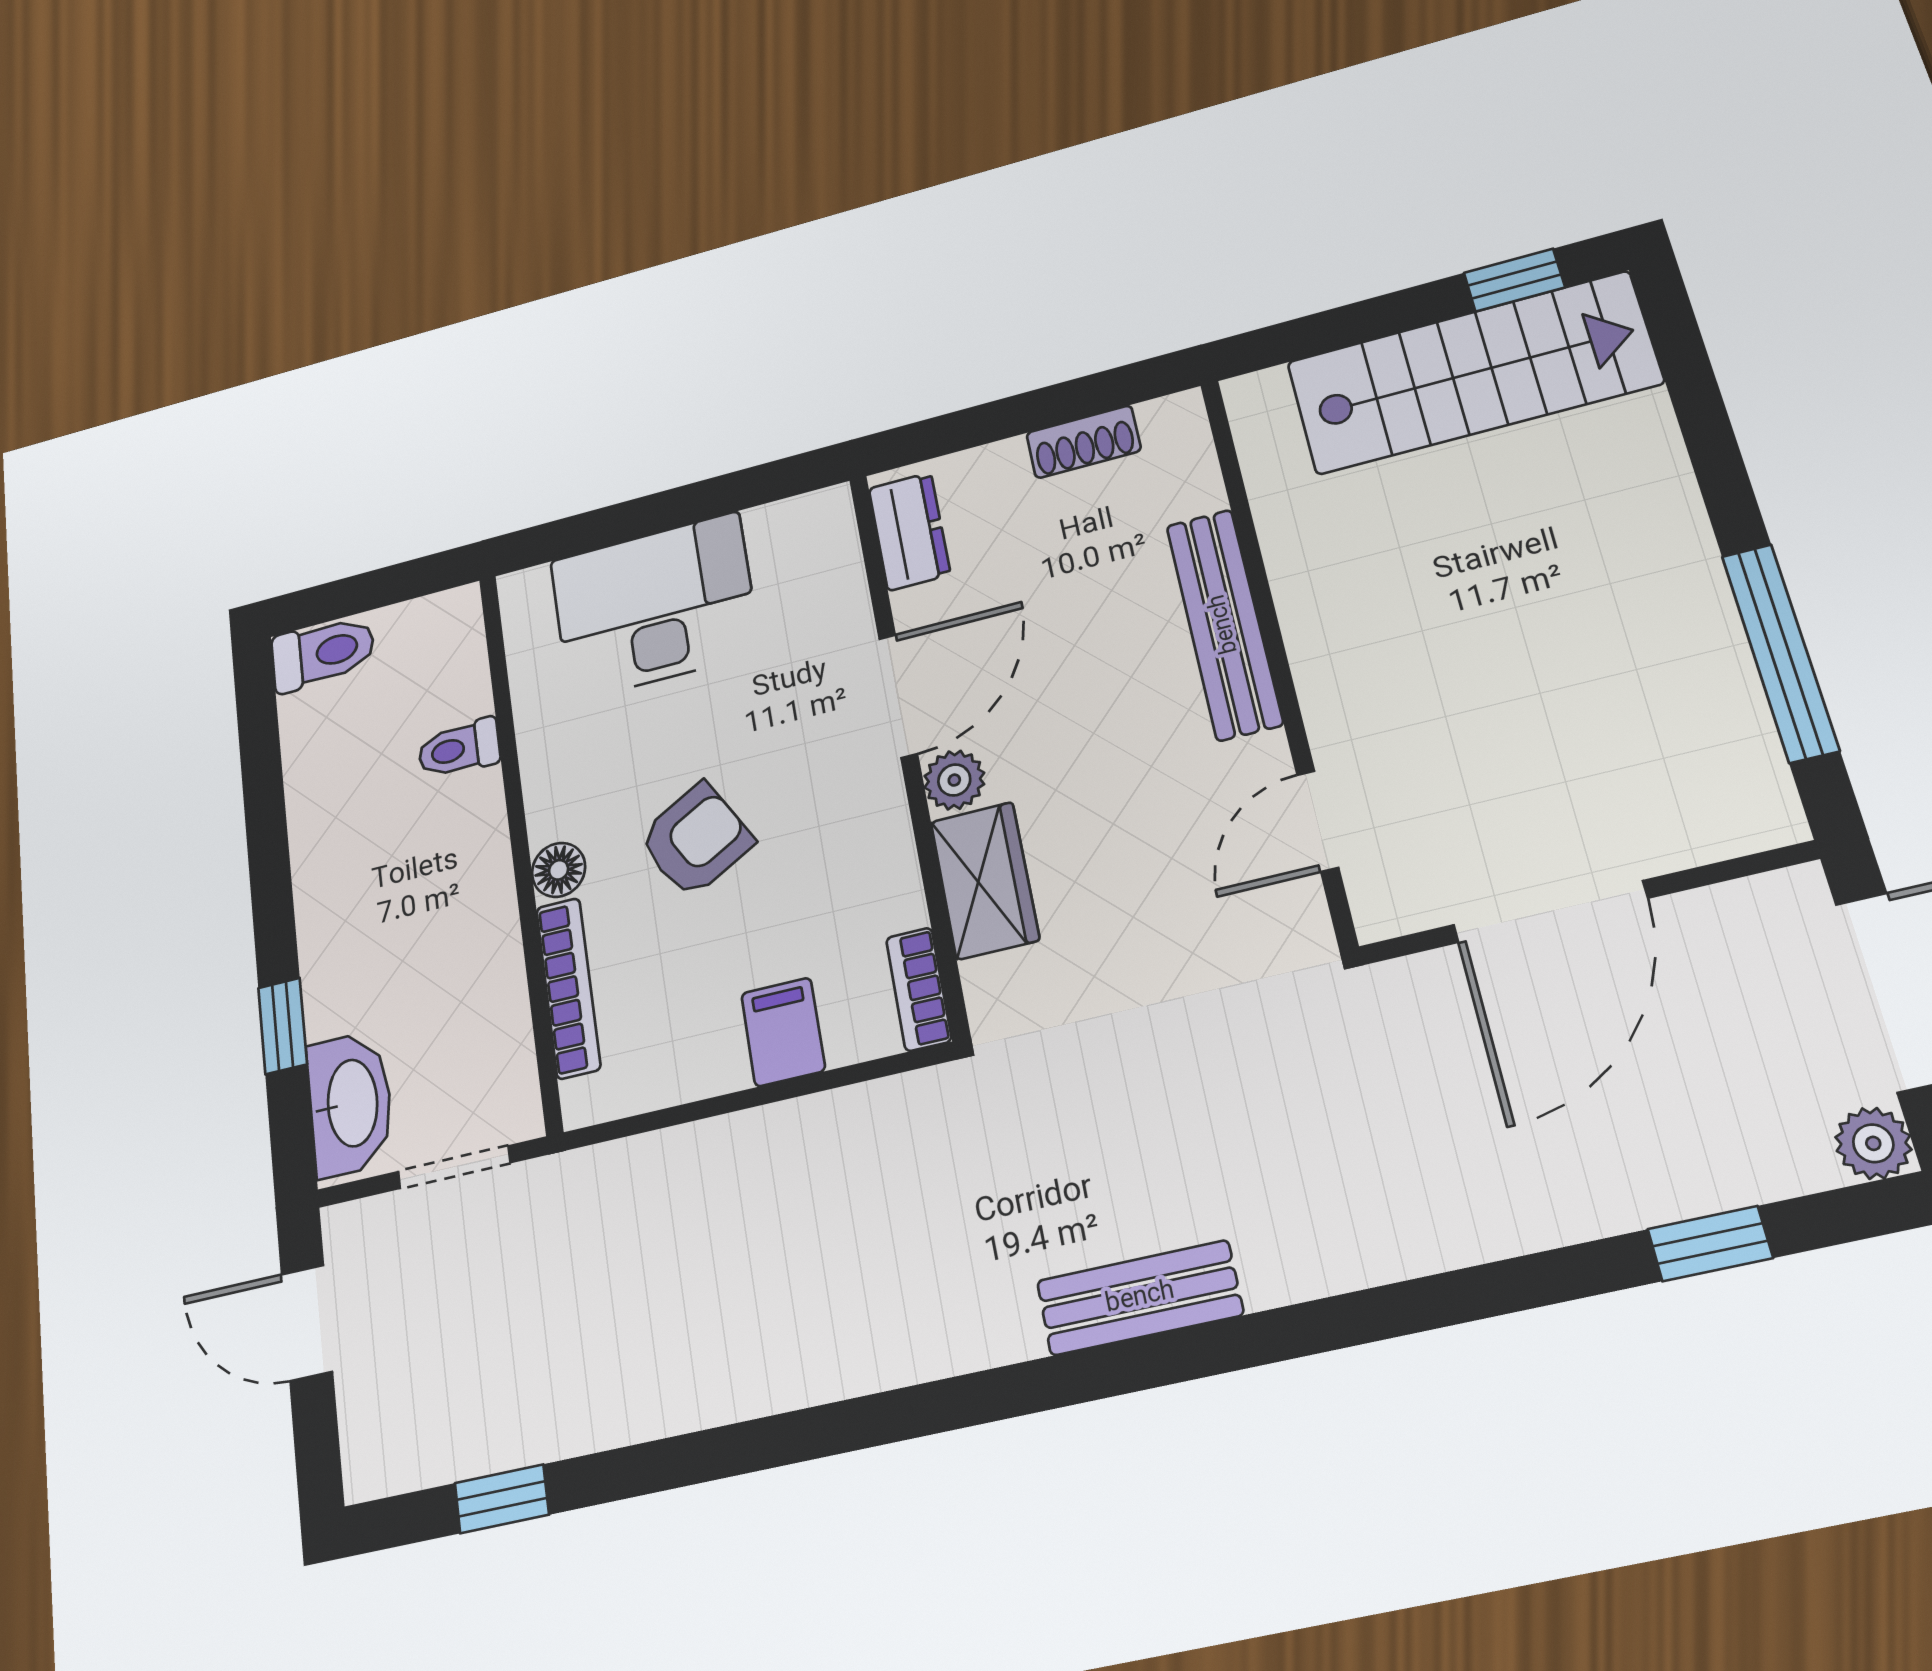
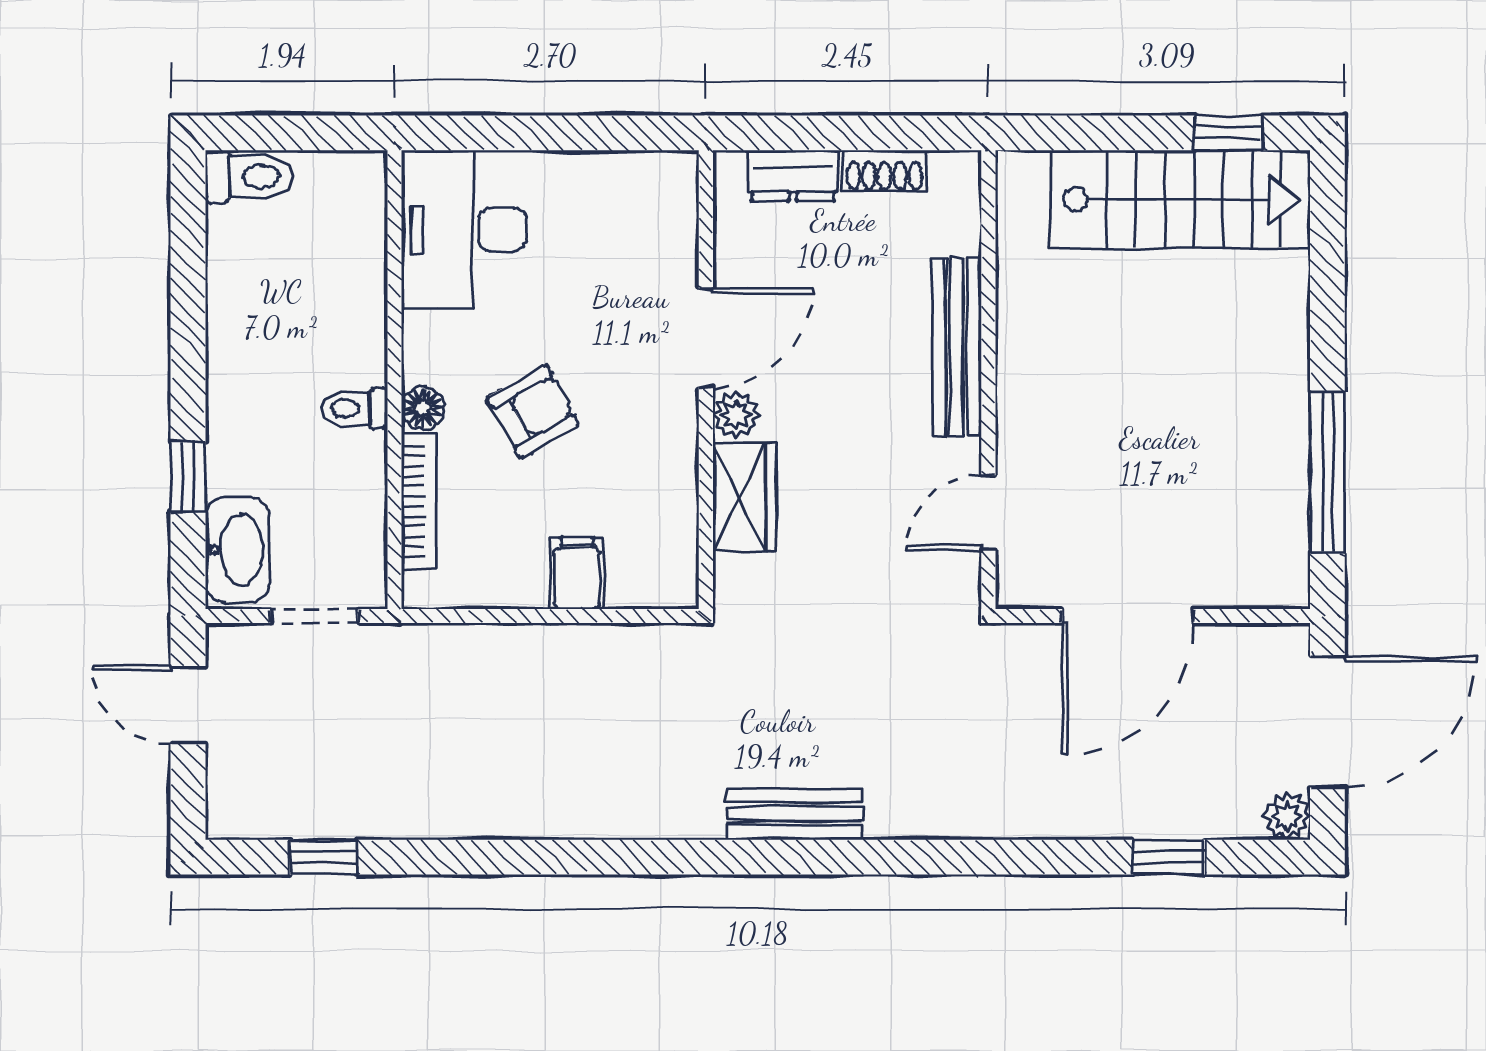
dresser: (909, 531) -> (793, 175), moved, turned 90
desk: (654, 606) -> (464, 230), moved, turned -90
toilet: (459, 749) -> (354, 409), moved
bookcase: (919, 989) -> (682, 566), removed

